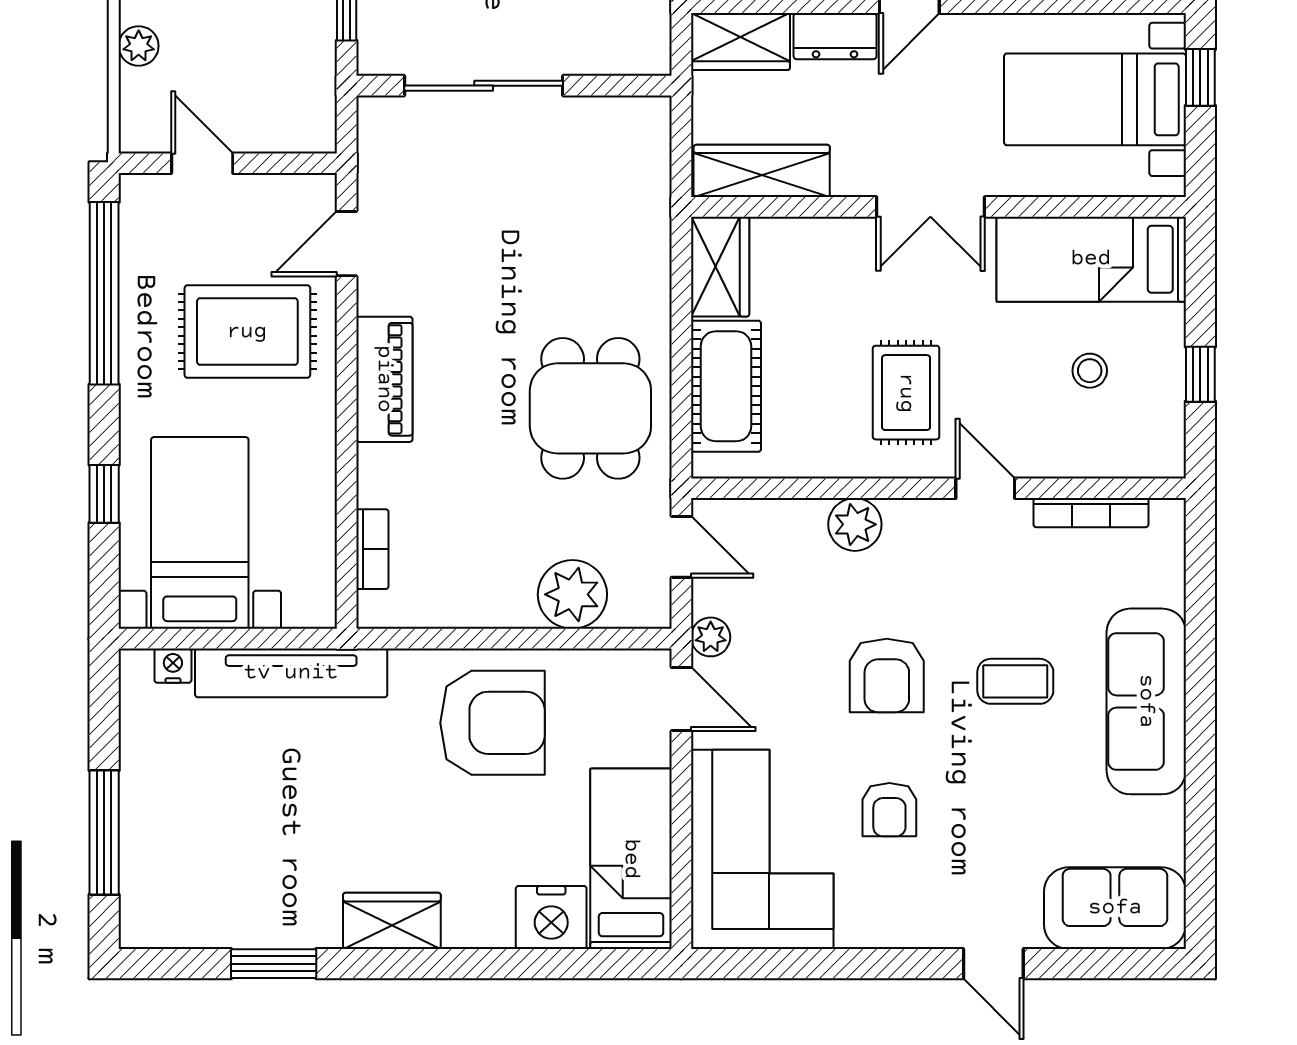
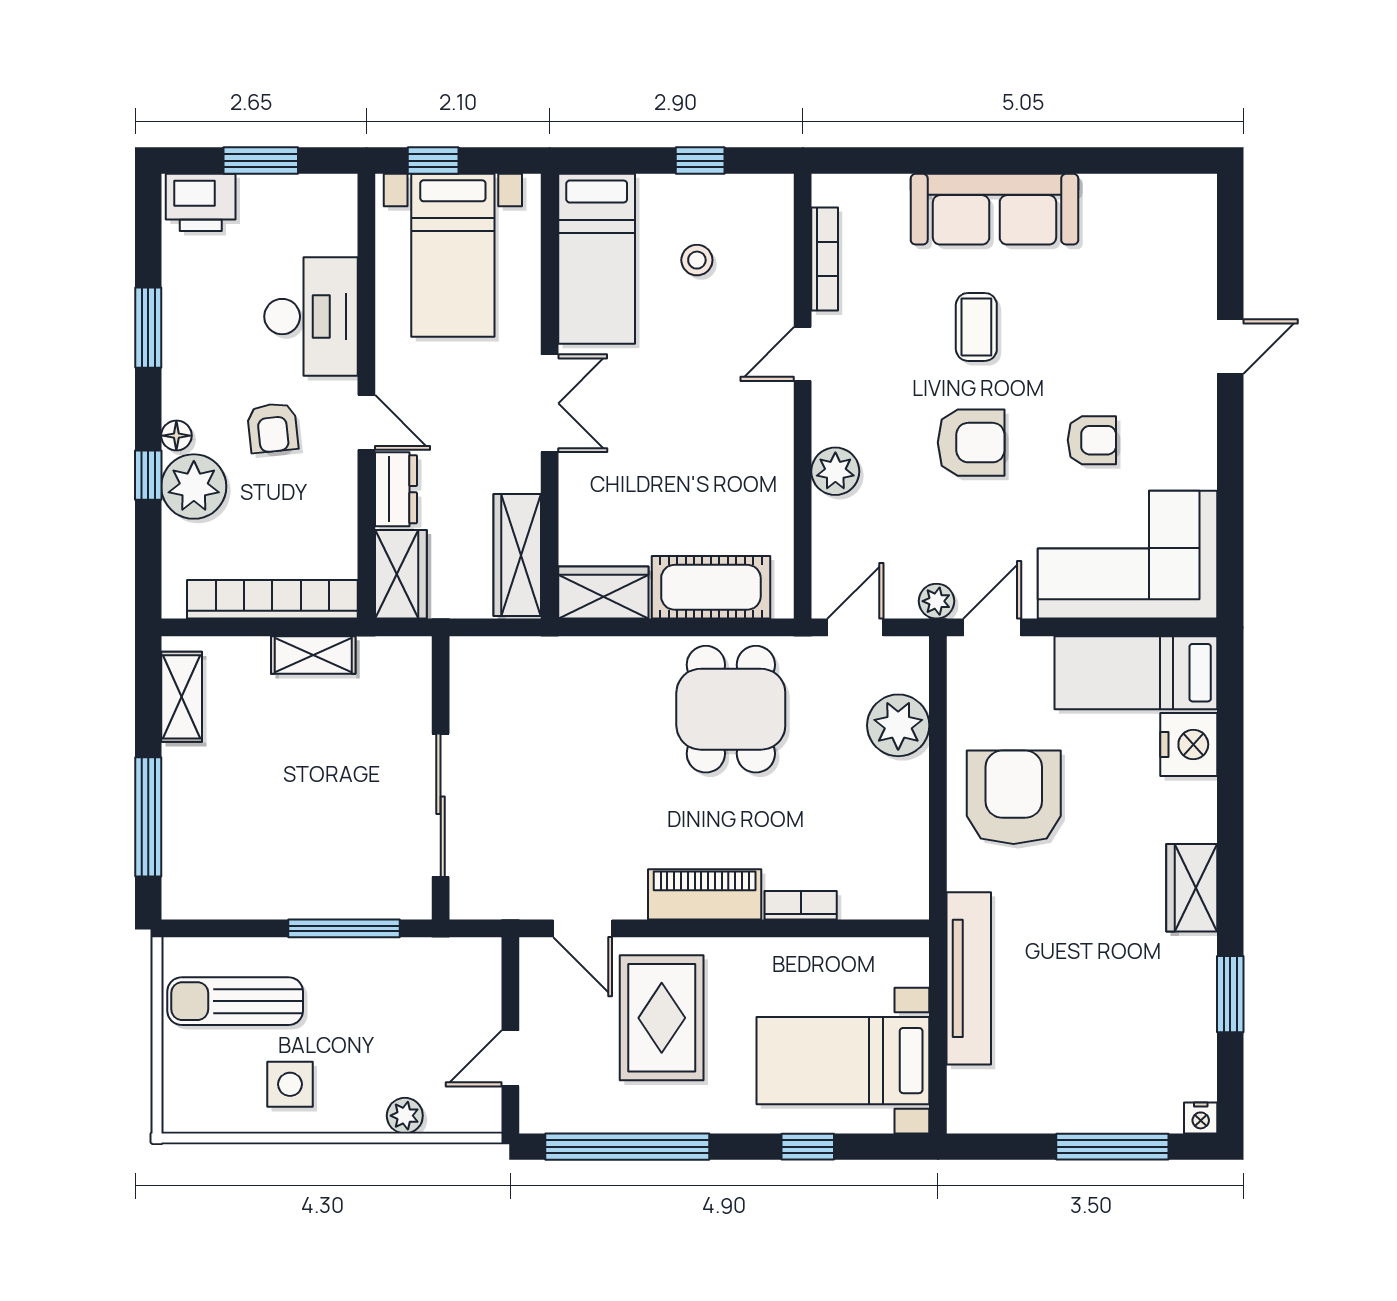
rug: (906, 393) -> (717, 425), removed
dining table: (590, 408) -> (731, 709), turned 90
bookcase: (372, 549) -> (801, 905), moved
nightstand: (173, 666) -> (1201, 1118), moved, turned -90
sofa: (1115, 908) -> (1180, 237), removed

